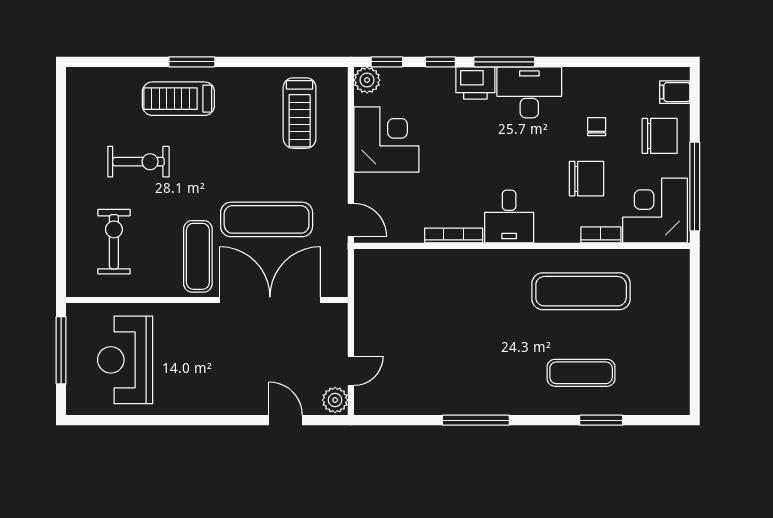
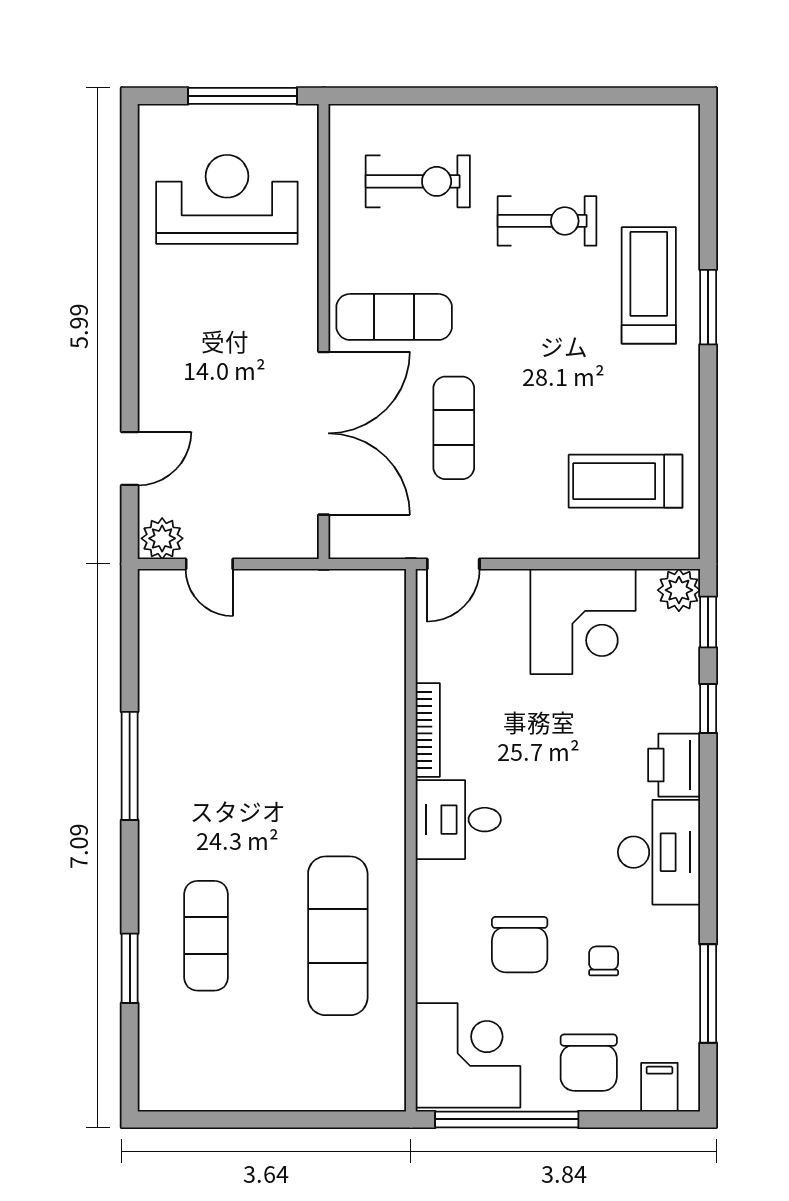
window: (504, 62) -> (708, 994), moved
chair: (597, 127) -> (604, 961), turned -90
exercise bike: (138, 162) -> (547, 221), turned -90
exercise mat: (267, 219) -> (454, 428), width x0.73, depth x0.69
bookcase: (601, 235) -> (429, 968), removed

